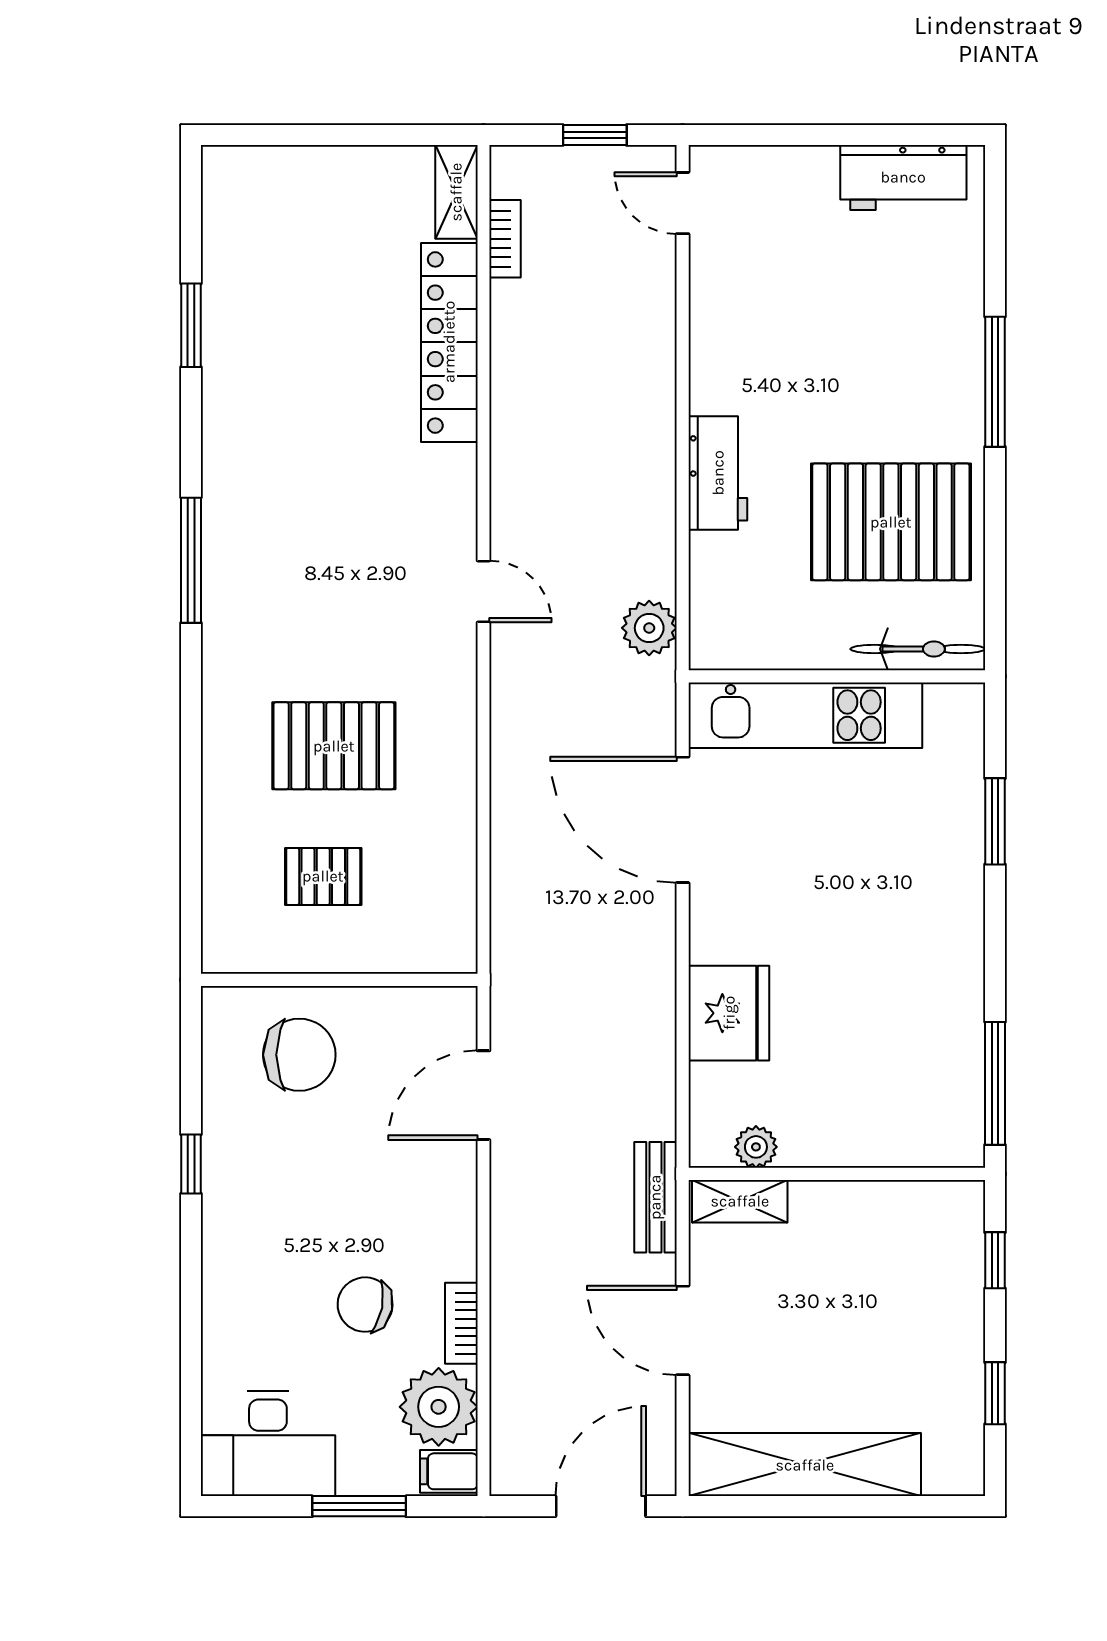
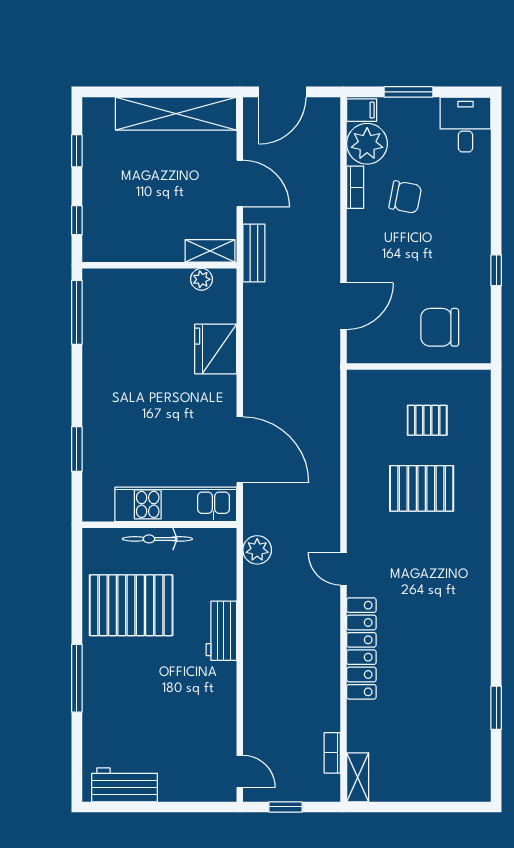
locker: (449, 342) -> (361, 649), moved
window: (191, 560) -> (496, 585), removed
bicycle: (918, 649) -> (157, 539), moved
desk: (268, 1444) -> (465, 125), width x0.73

